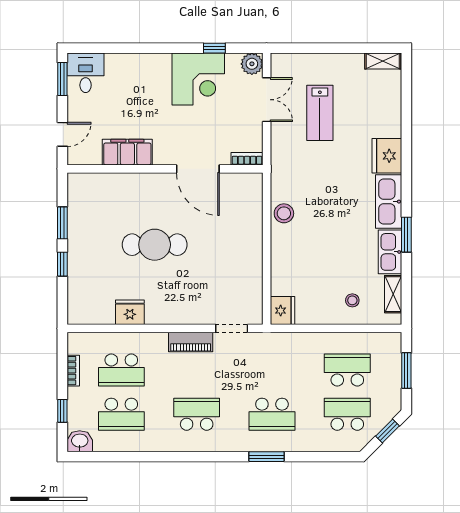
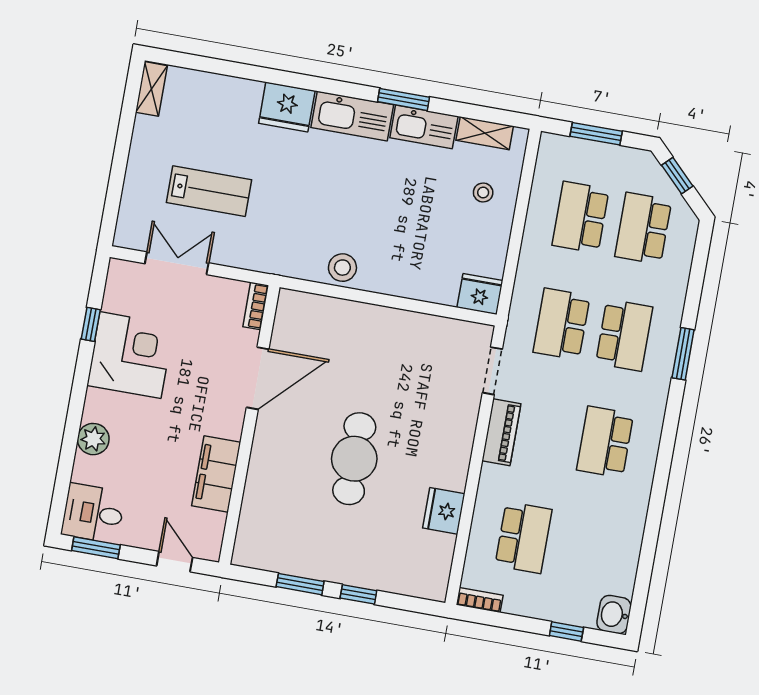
plant: (252, 64) -> (93, 439), moved
bookcase: (73, 371) -> (480, 600), moved
school desk: (121, 414) -> (562, 324), moved, turned 180

